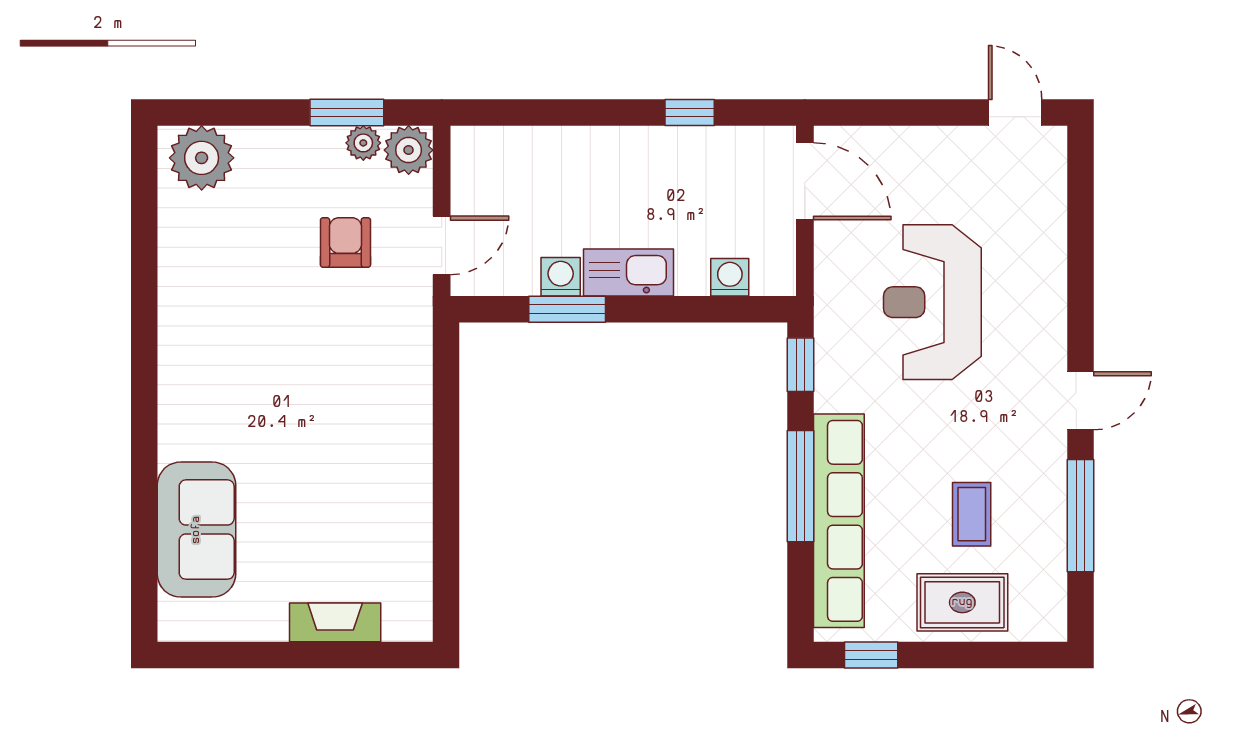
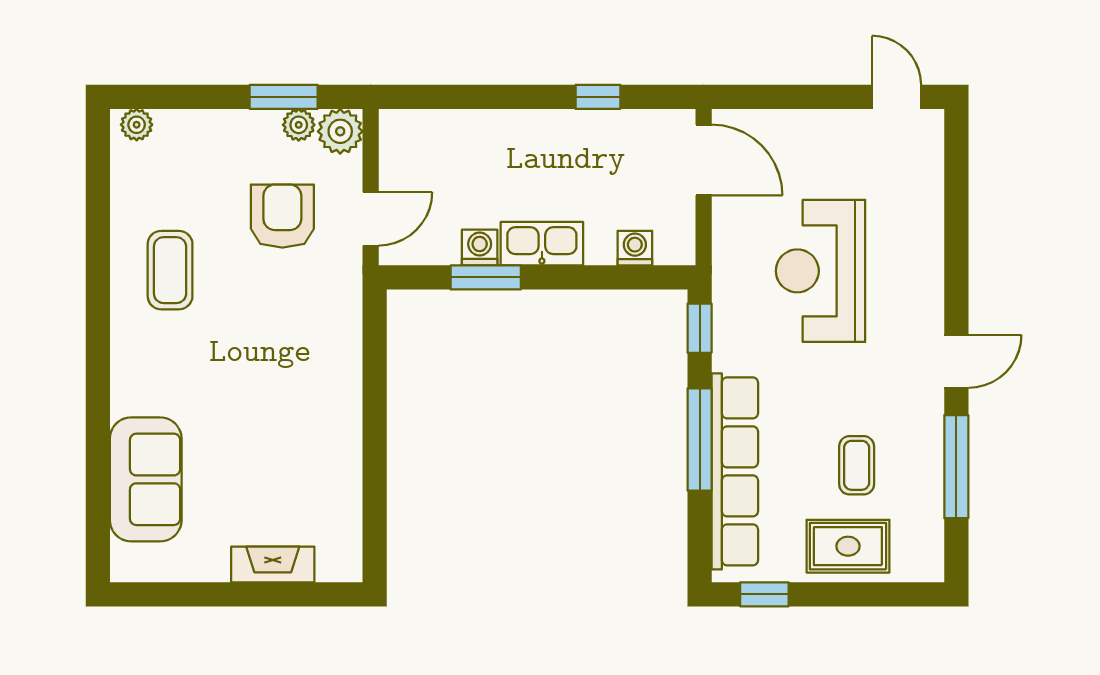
plant: (202, 158) -> (137, 125), width x0.53, depth x0.53
armchair: (345, 243) -> (282, 216), width x1.38, depth x1.38
coffee table: (223, 301) -> (170, 270), added

